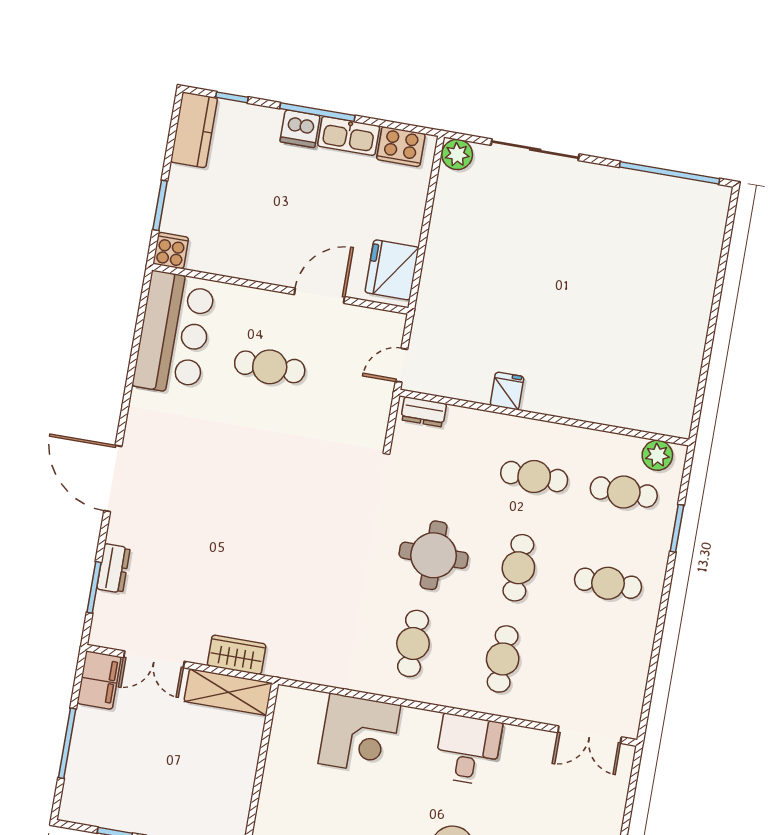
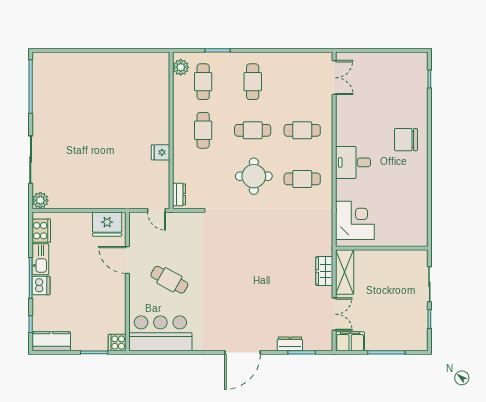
cafe table: (270, 367) -> (169, 280), turned -61
corner desk: (359, 734) -> (355, 220), moved
desk: (468, 750) -> (353, 162), moved

